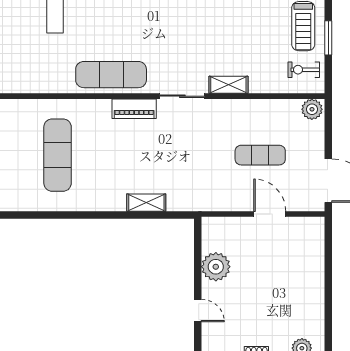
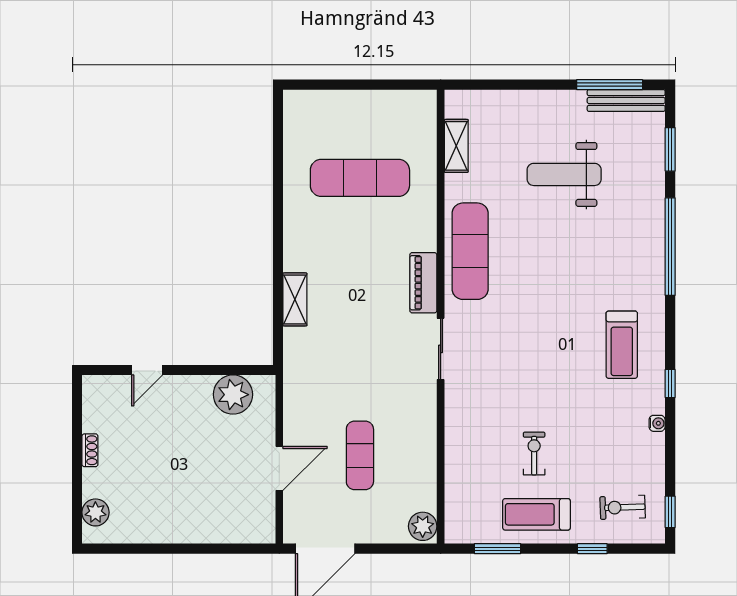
window: (328, 38) -> (497, 549), moved
exercise bike: (304, 70) -> (534, 453), moved
shelving: (228, 85) -> (456, 146), moved
plant: (216, 267) -> (233, 395), moved

